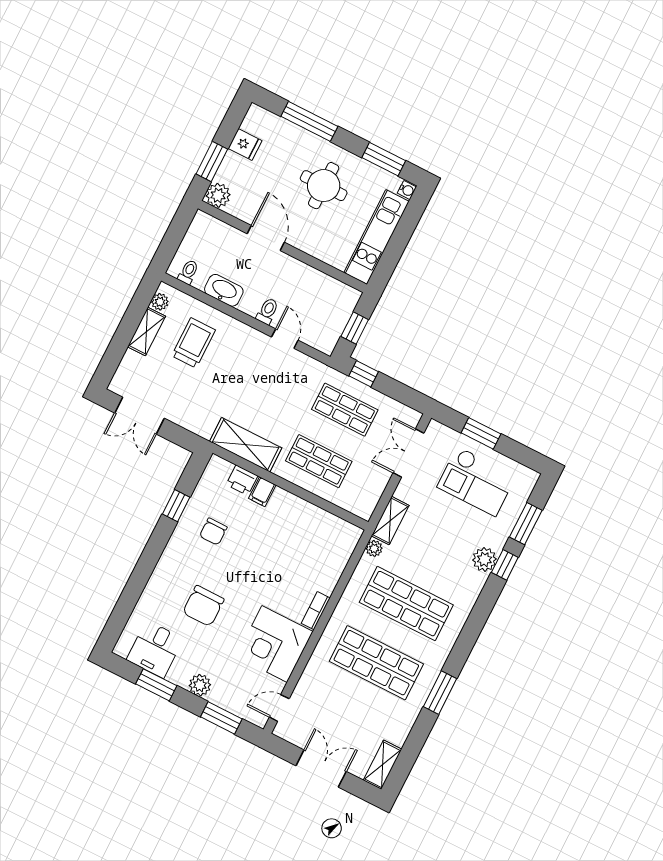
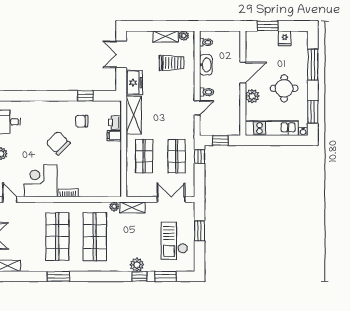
plant: (218, 195) -> (252, 96), moved
freezer: (195, 418) -> (134, 83), added
chair: (203, 606) -> (58, 143), moved, turned 45

